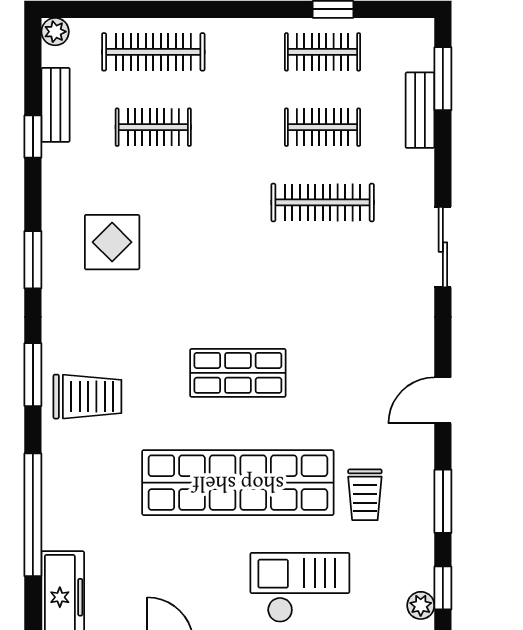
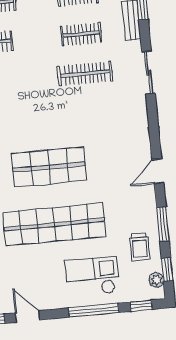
sliding door: (443, 247) -> (149, 73), moved
shop shelf: (238, 373) -> (49, 167), width x1.43, depth x1.36
trolley: (365, 495) -> (140, 247), moved

